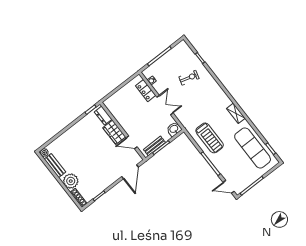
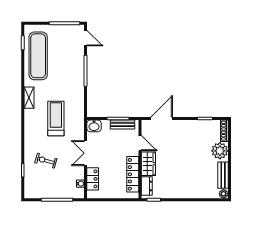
locker: (120, 116) -> (133, 174), added
treadmill: (210, 138) -> (56, 118), moved

